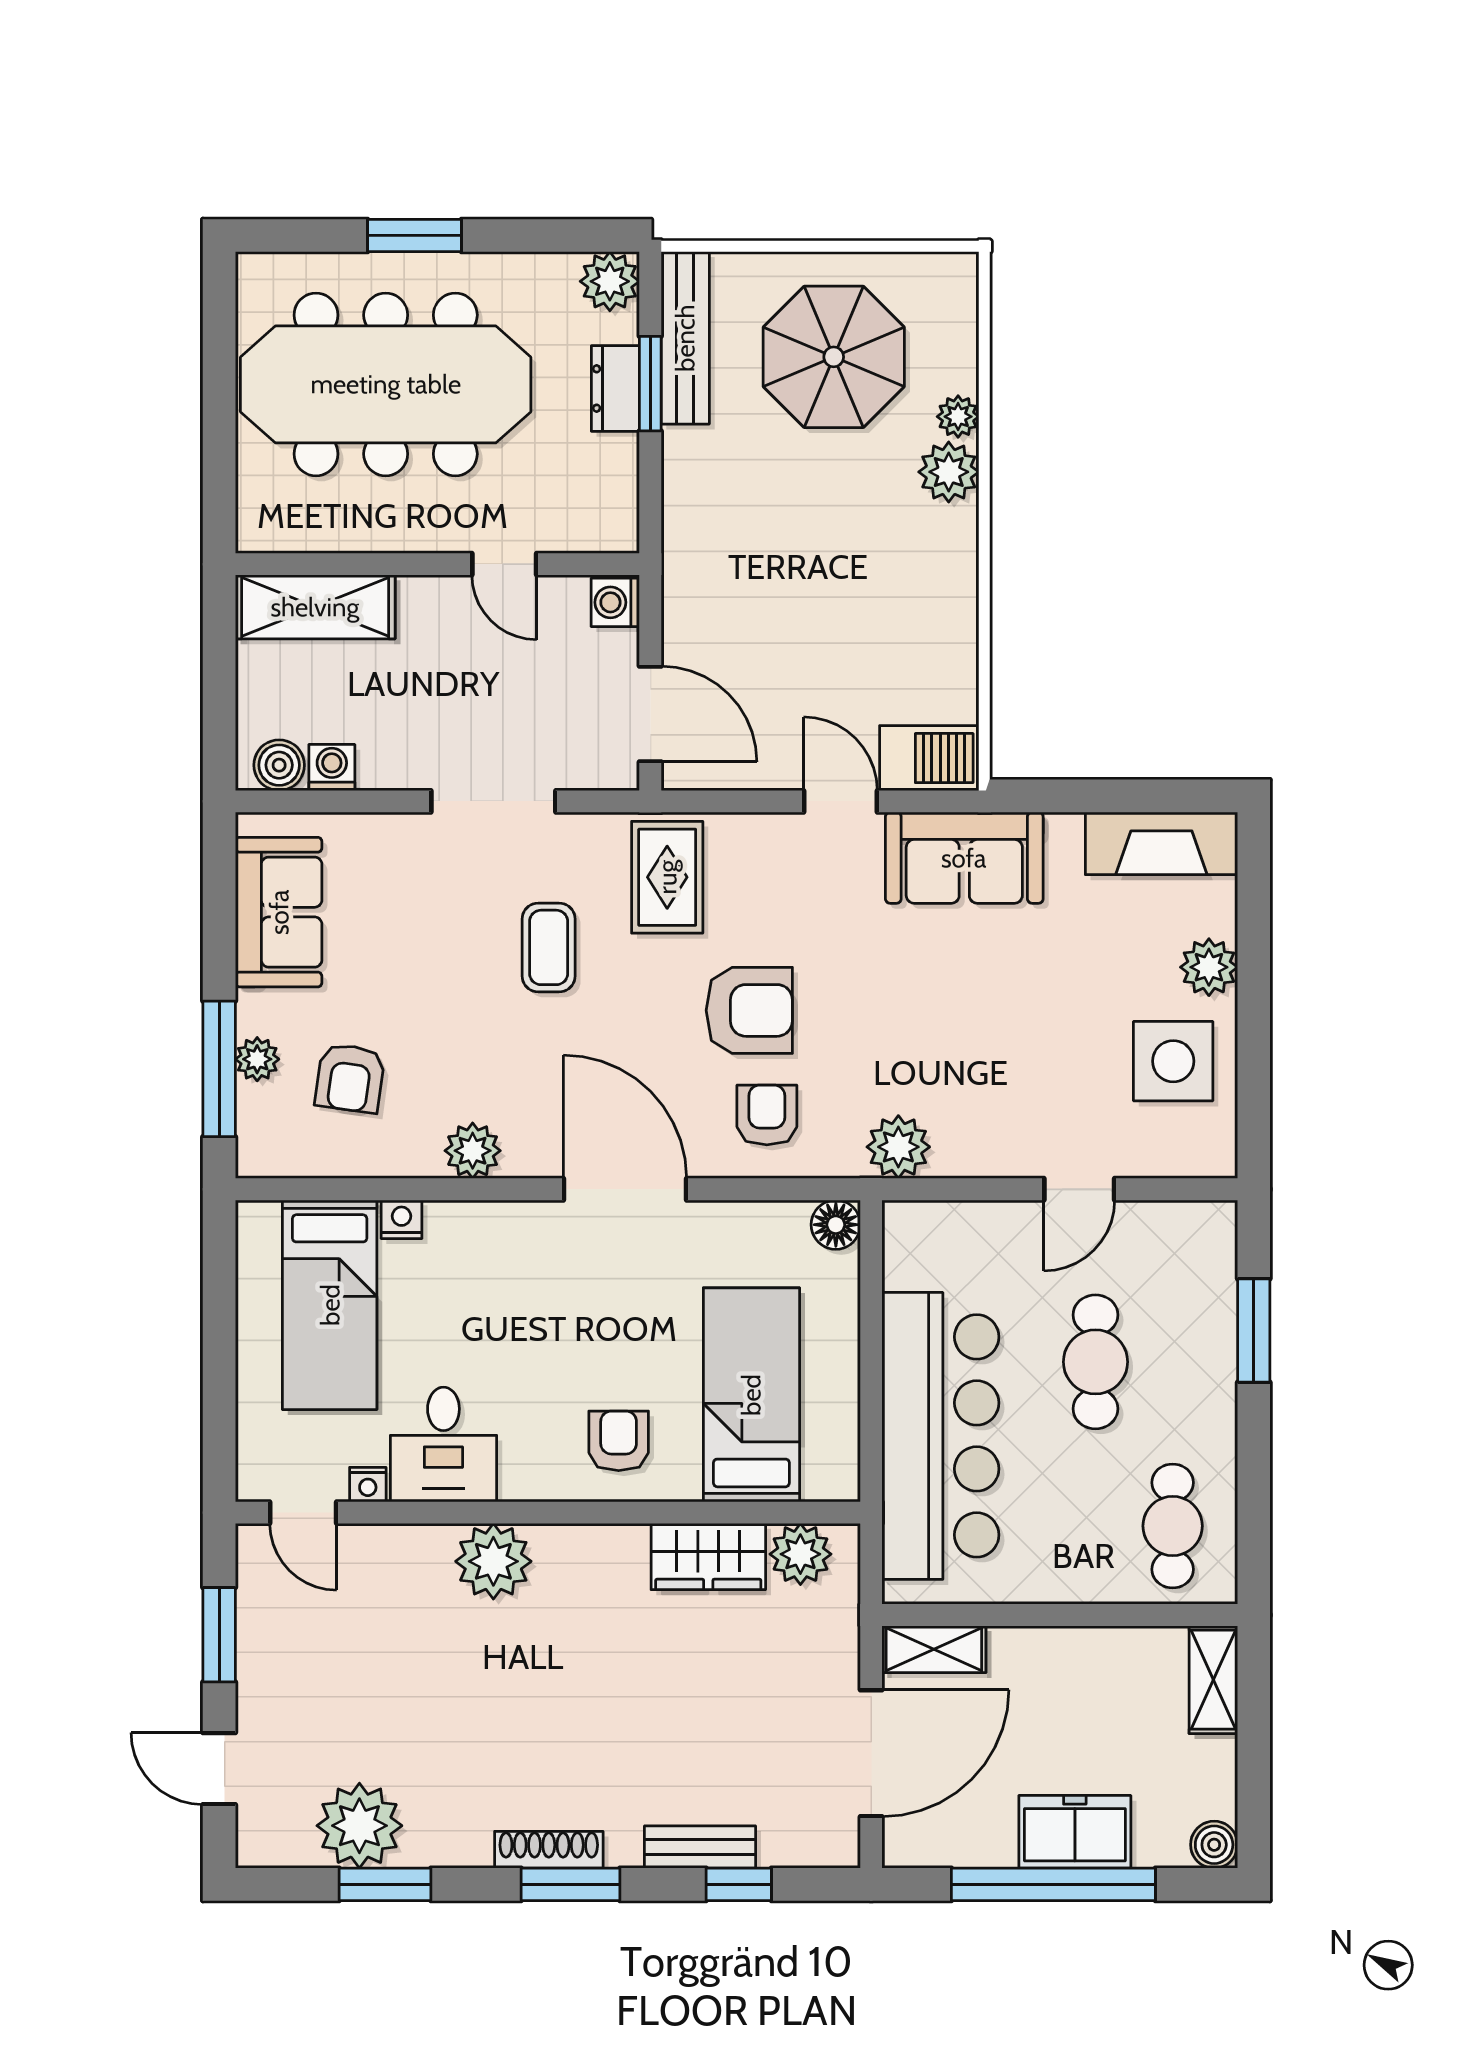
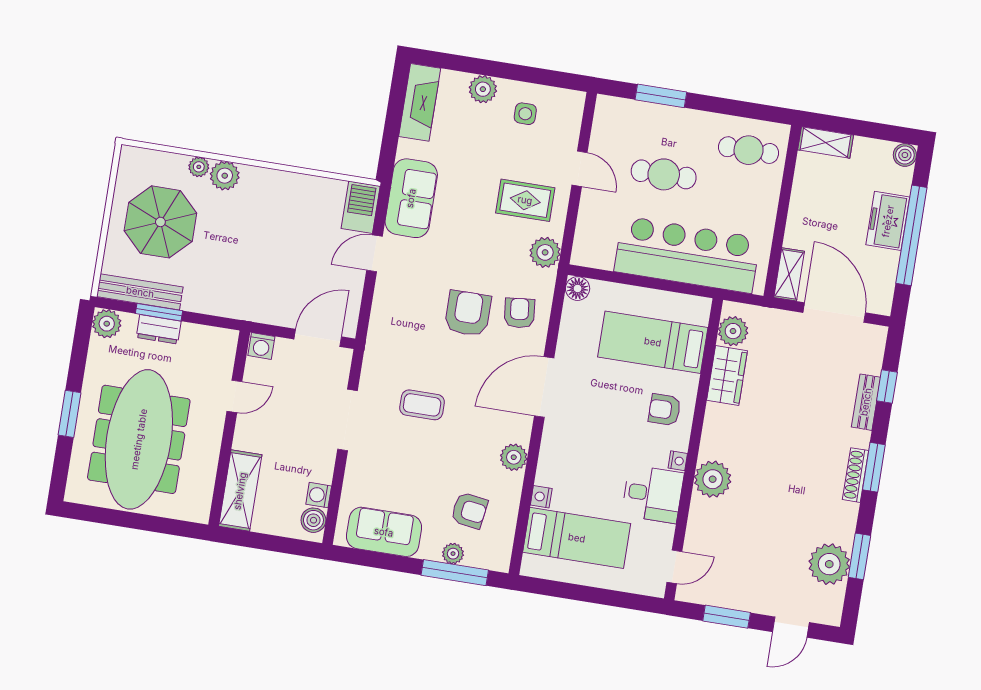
rug: (667, 877) -> (525, 200), moved
side table: (1173, 1061) -> (525, 114), width x0.54, depth x0.54
armchair: (767, 1115) -> (519, 313), turned 84
nightstand: (368, 1485) -> (678, 461), moved

